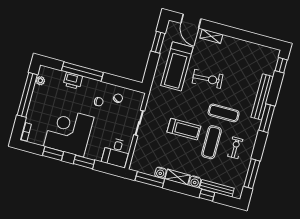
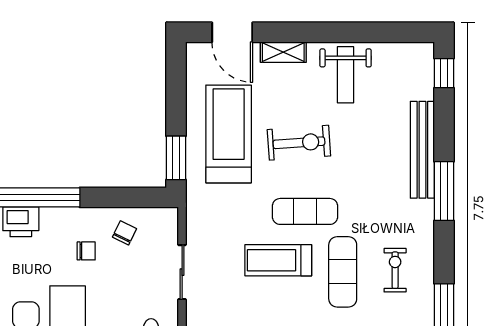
window: (158, 42) -> (176, 158), moved
weight bench: (237, 54) -> (346, 75), added
treadmill: (177, 66) -> (229, 134), turned 180
exercise mat: (224, 113) -> (305, 211), moved
treadmill: (184, 129) -> (278, 260), turned 180

